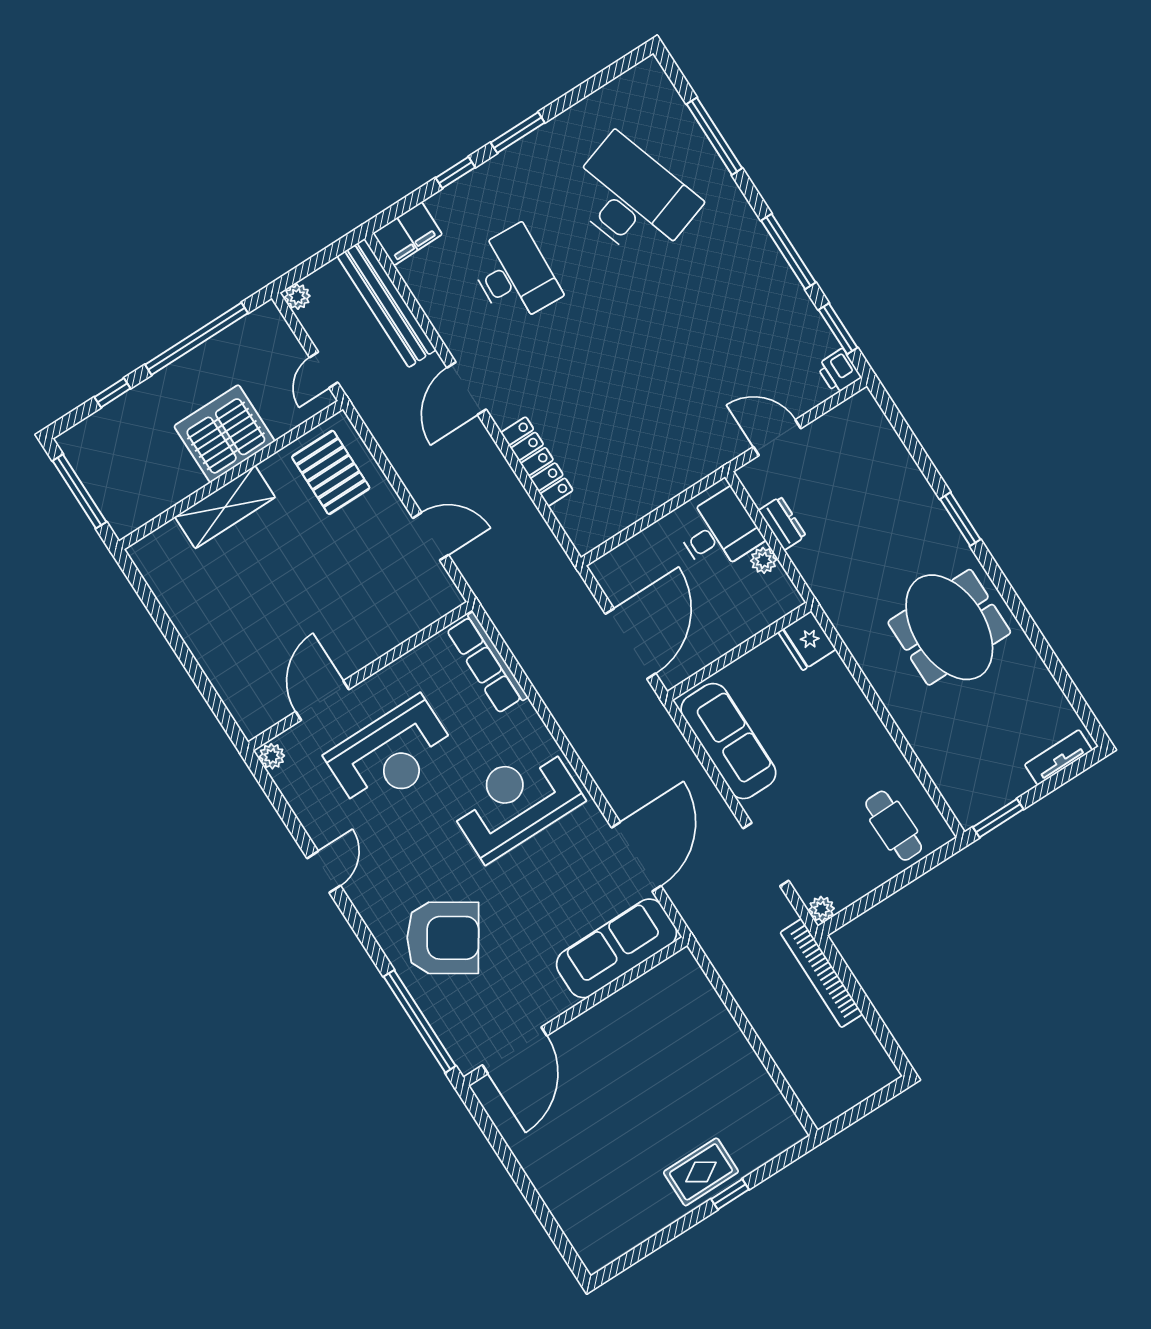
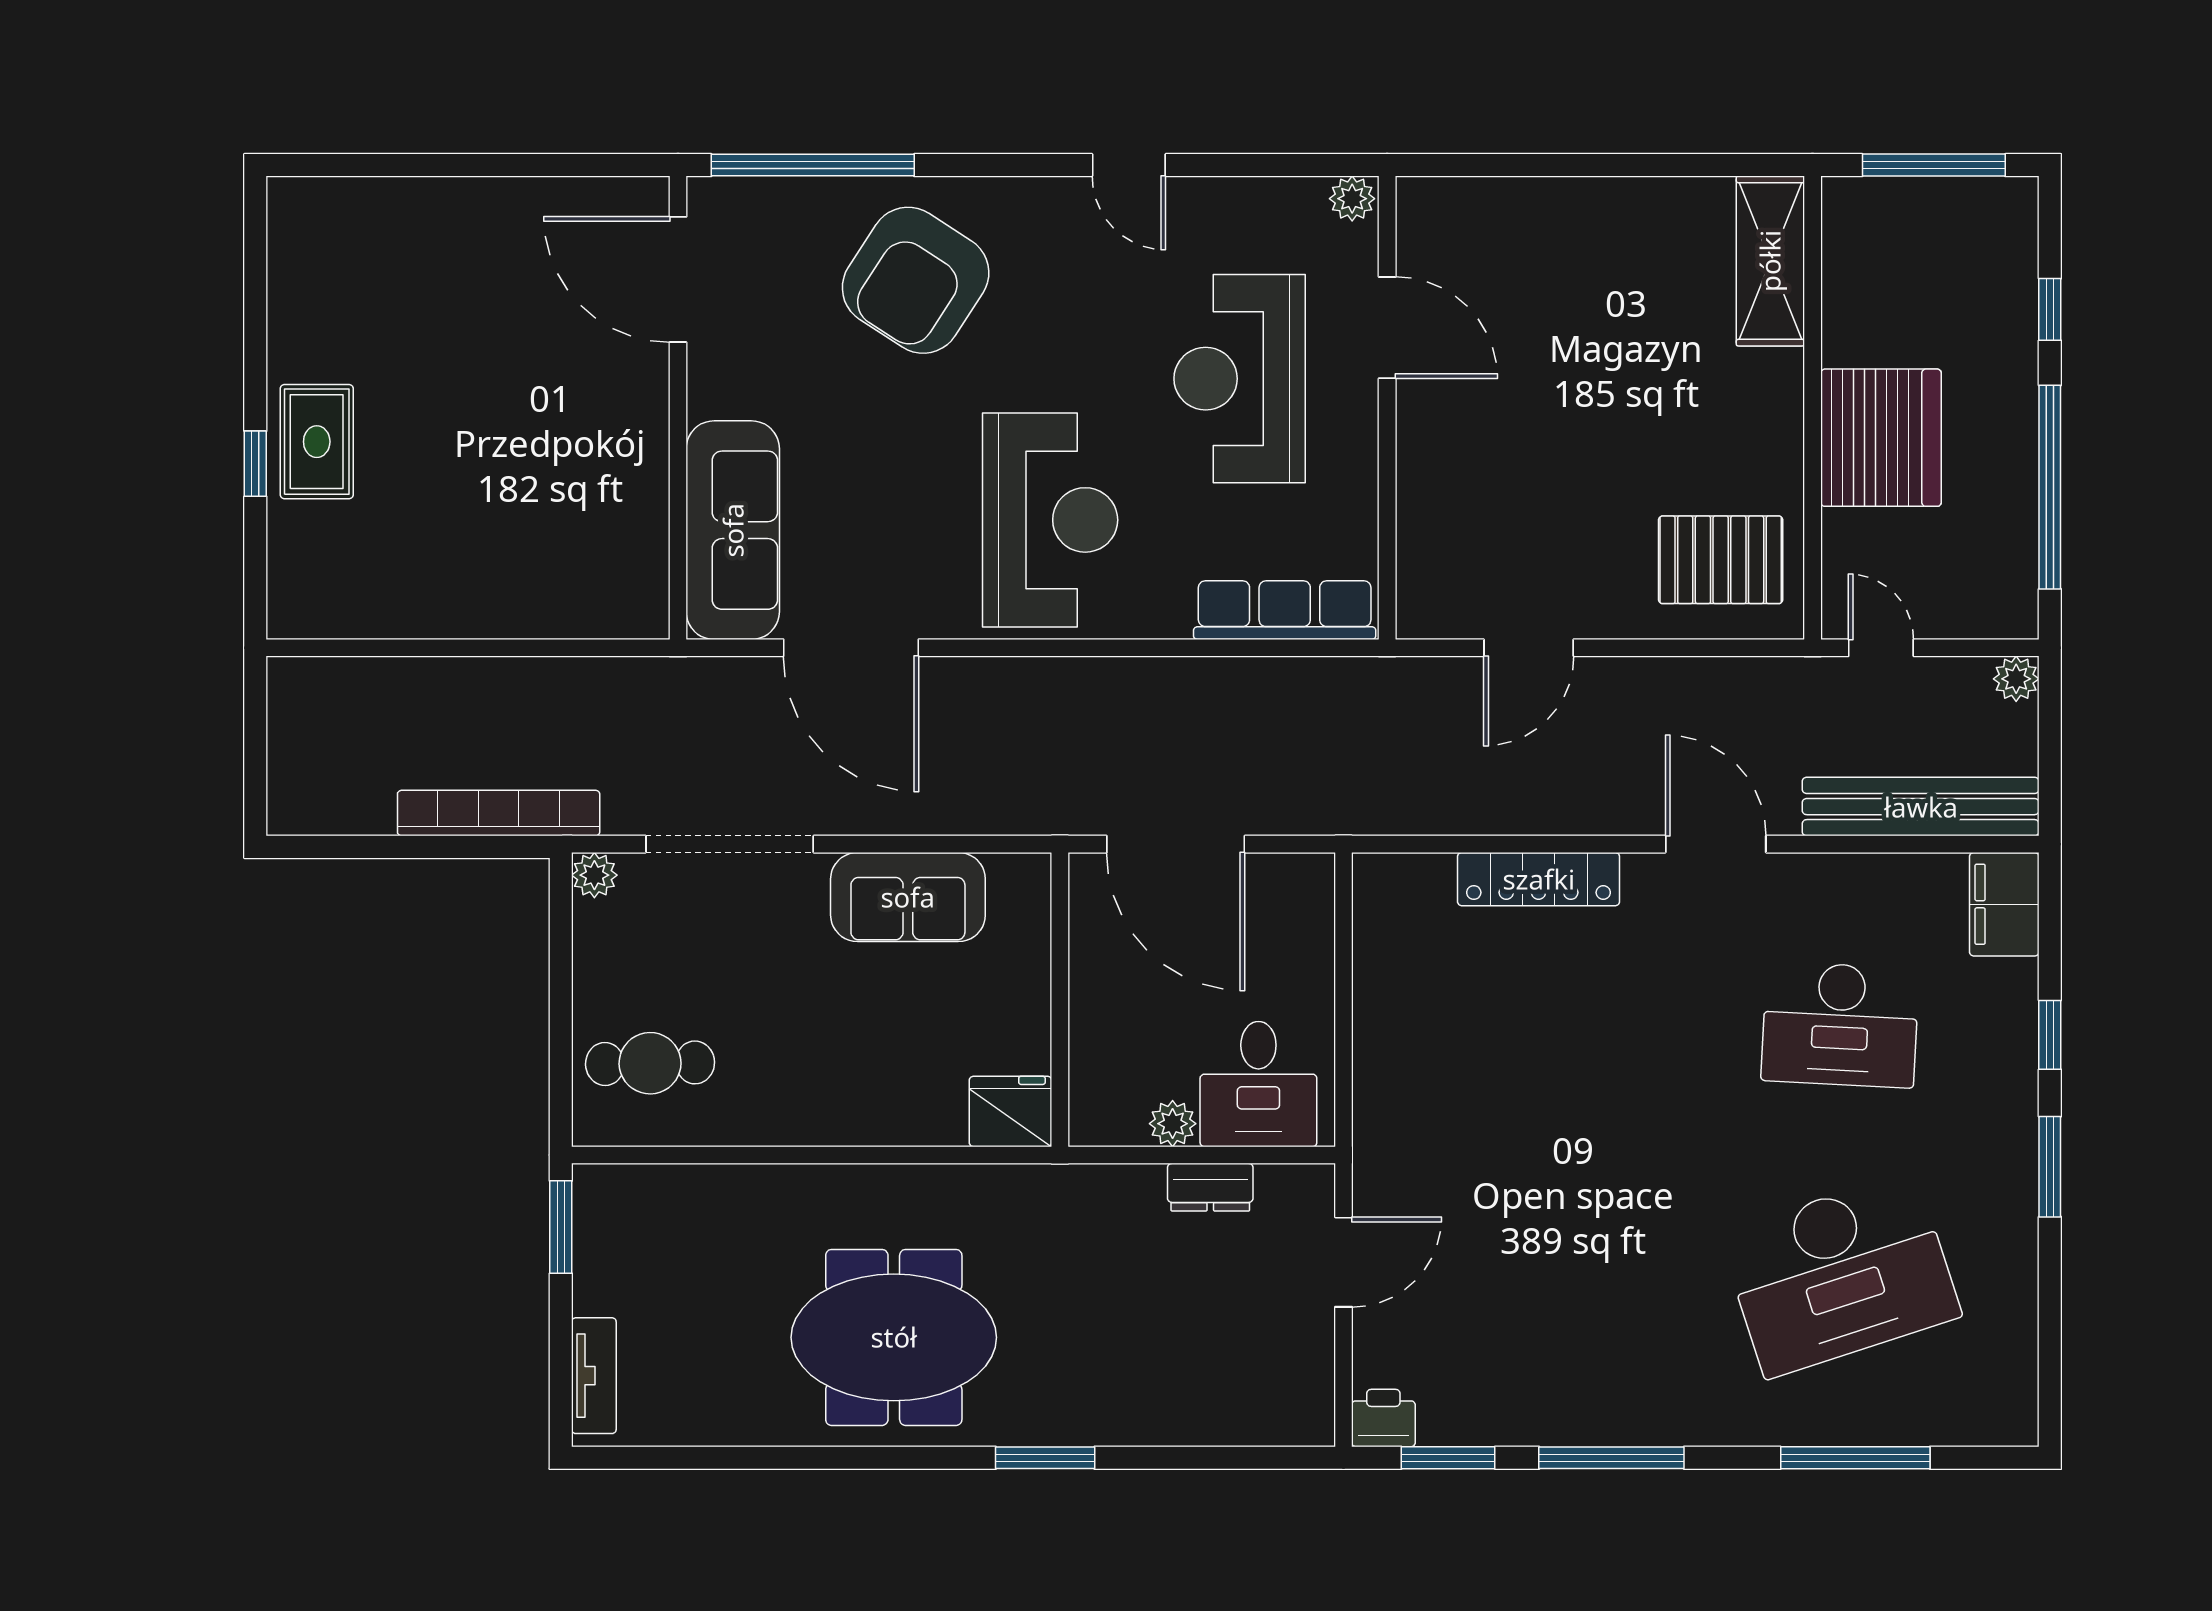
shelving: (225, 507) -> (1770, 261), moved
sofa: (728, 741) -> (908, 897), width x0.73
doorway: (766, 855) -> (730, 844), width x1.36

